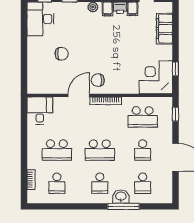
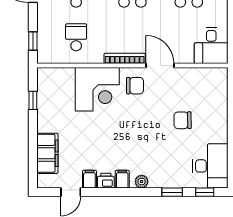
corner desk: (156, 77) -> (97, 89), moved
door: (79, 95) -> (160, 66), swing flipped
school desk: (143, 117) -> (76, 37), width x0.54

